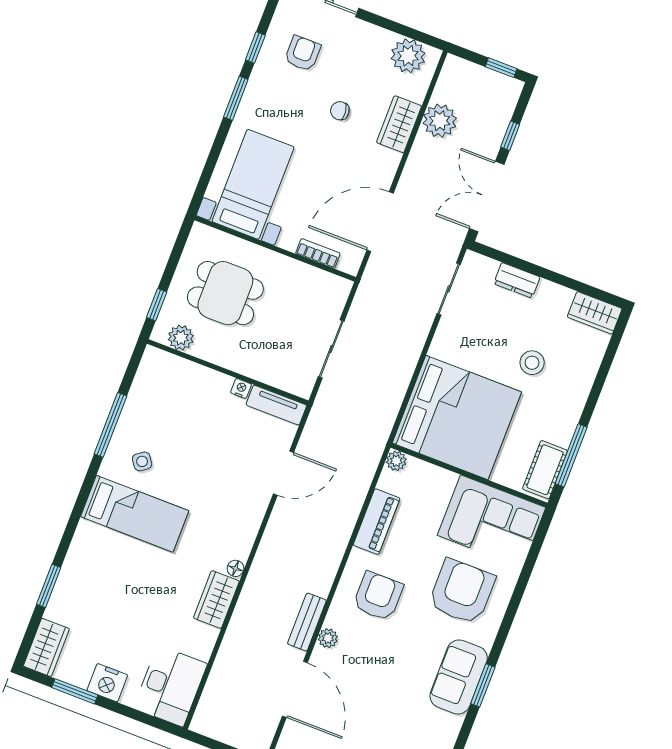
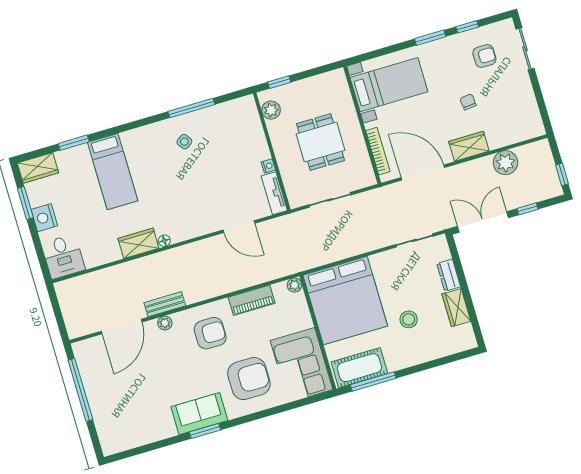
plant: (408, 56) -> (529, 117), removed
wardrobe: (399, 124) -> (469, 146), moved
bookcase: (318, 253) -> (378, 151), width x1.56
dining table: (225, 293) -> (321, 142), moved
wardrobe: (595, 313) -> (456, 308), moved
cot: (545, 470) -> (359, 368), width x1.37, depth x1.34
bed: (135, 514) -> (113, 172), moved
desk: (170, 686) -> (63, 257), width x0.73

